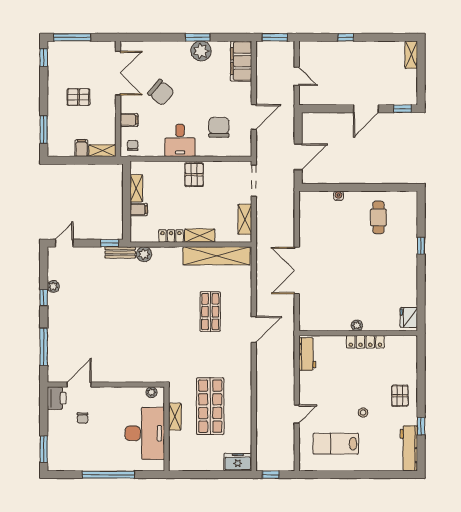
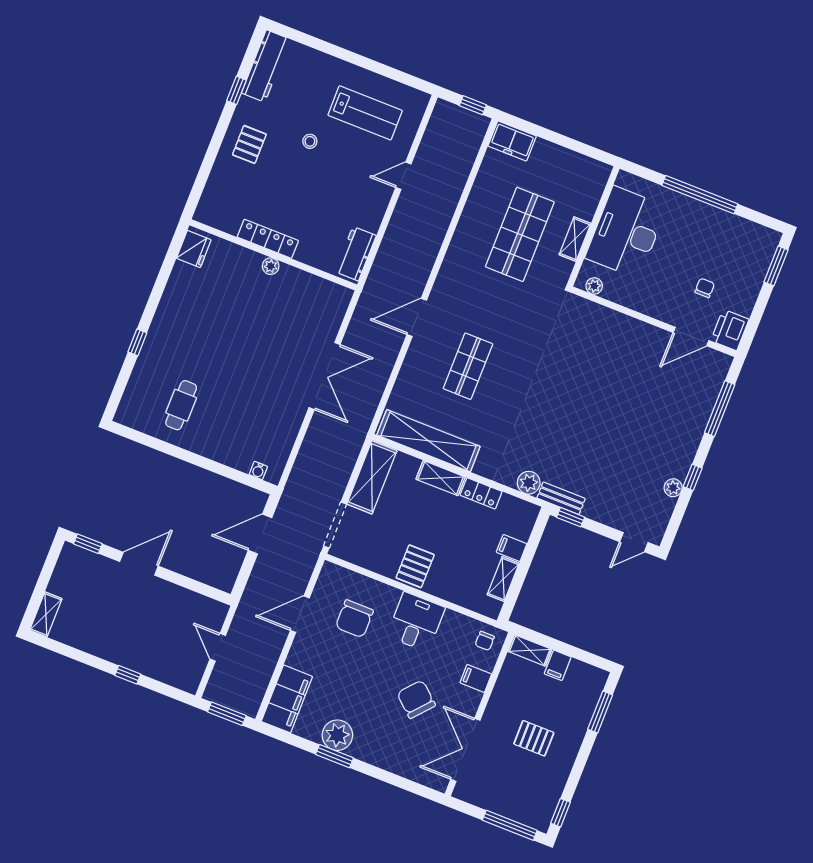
water cooler: (339, 196) -> (258, 471), moved
shelving: (245, 219) -> (372, 477), width x1.50, depth x1.33

